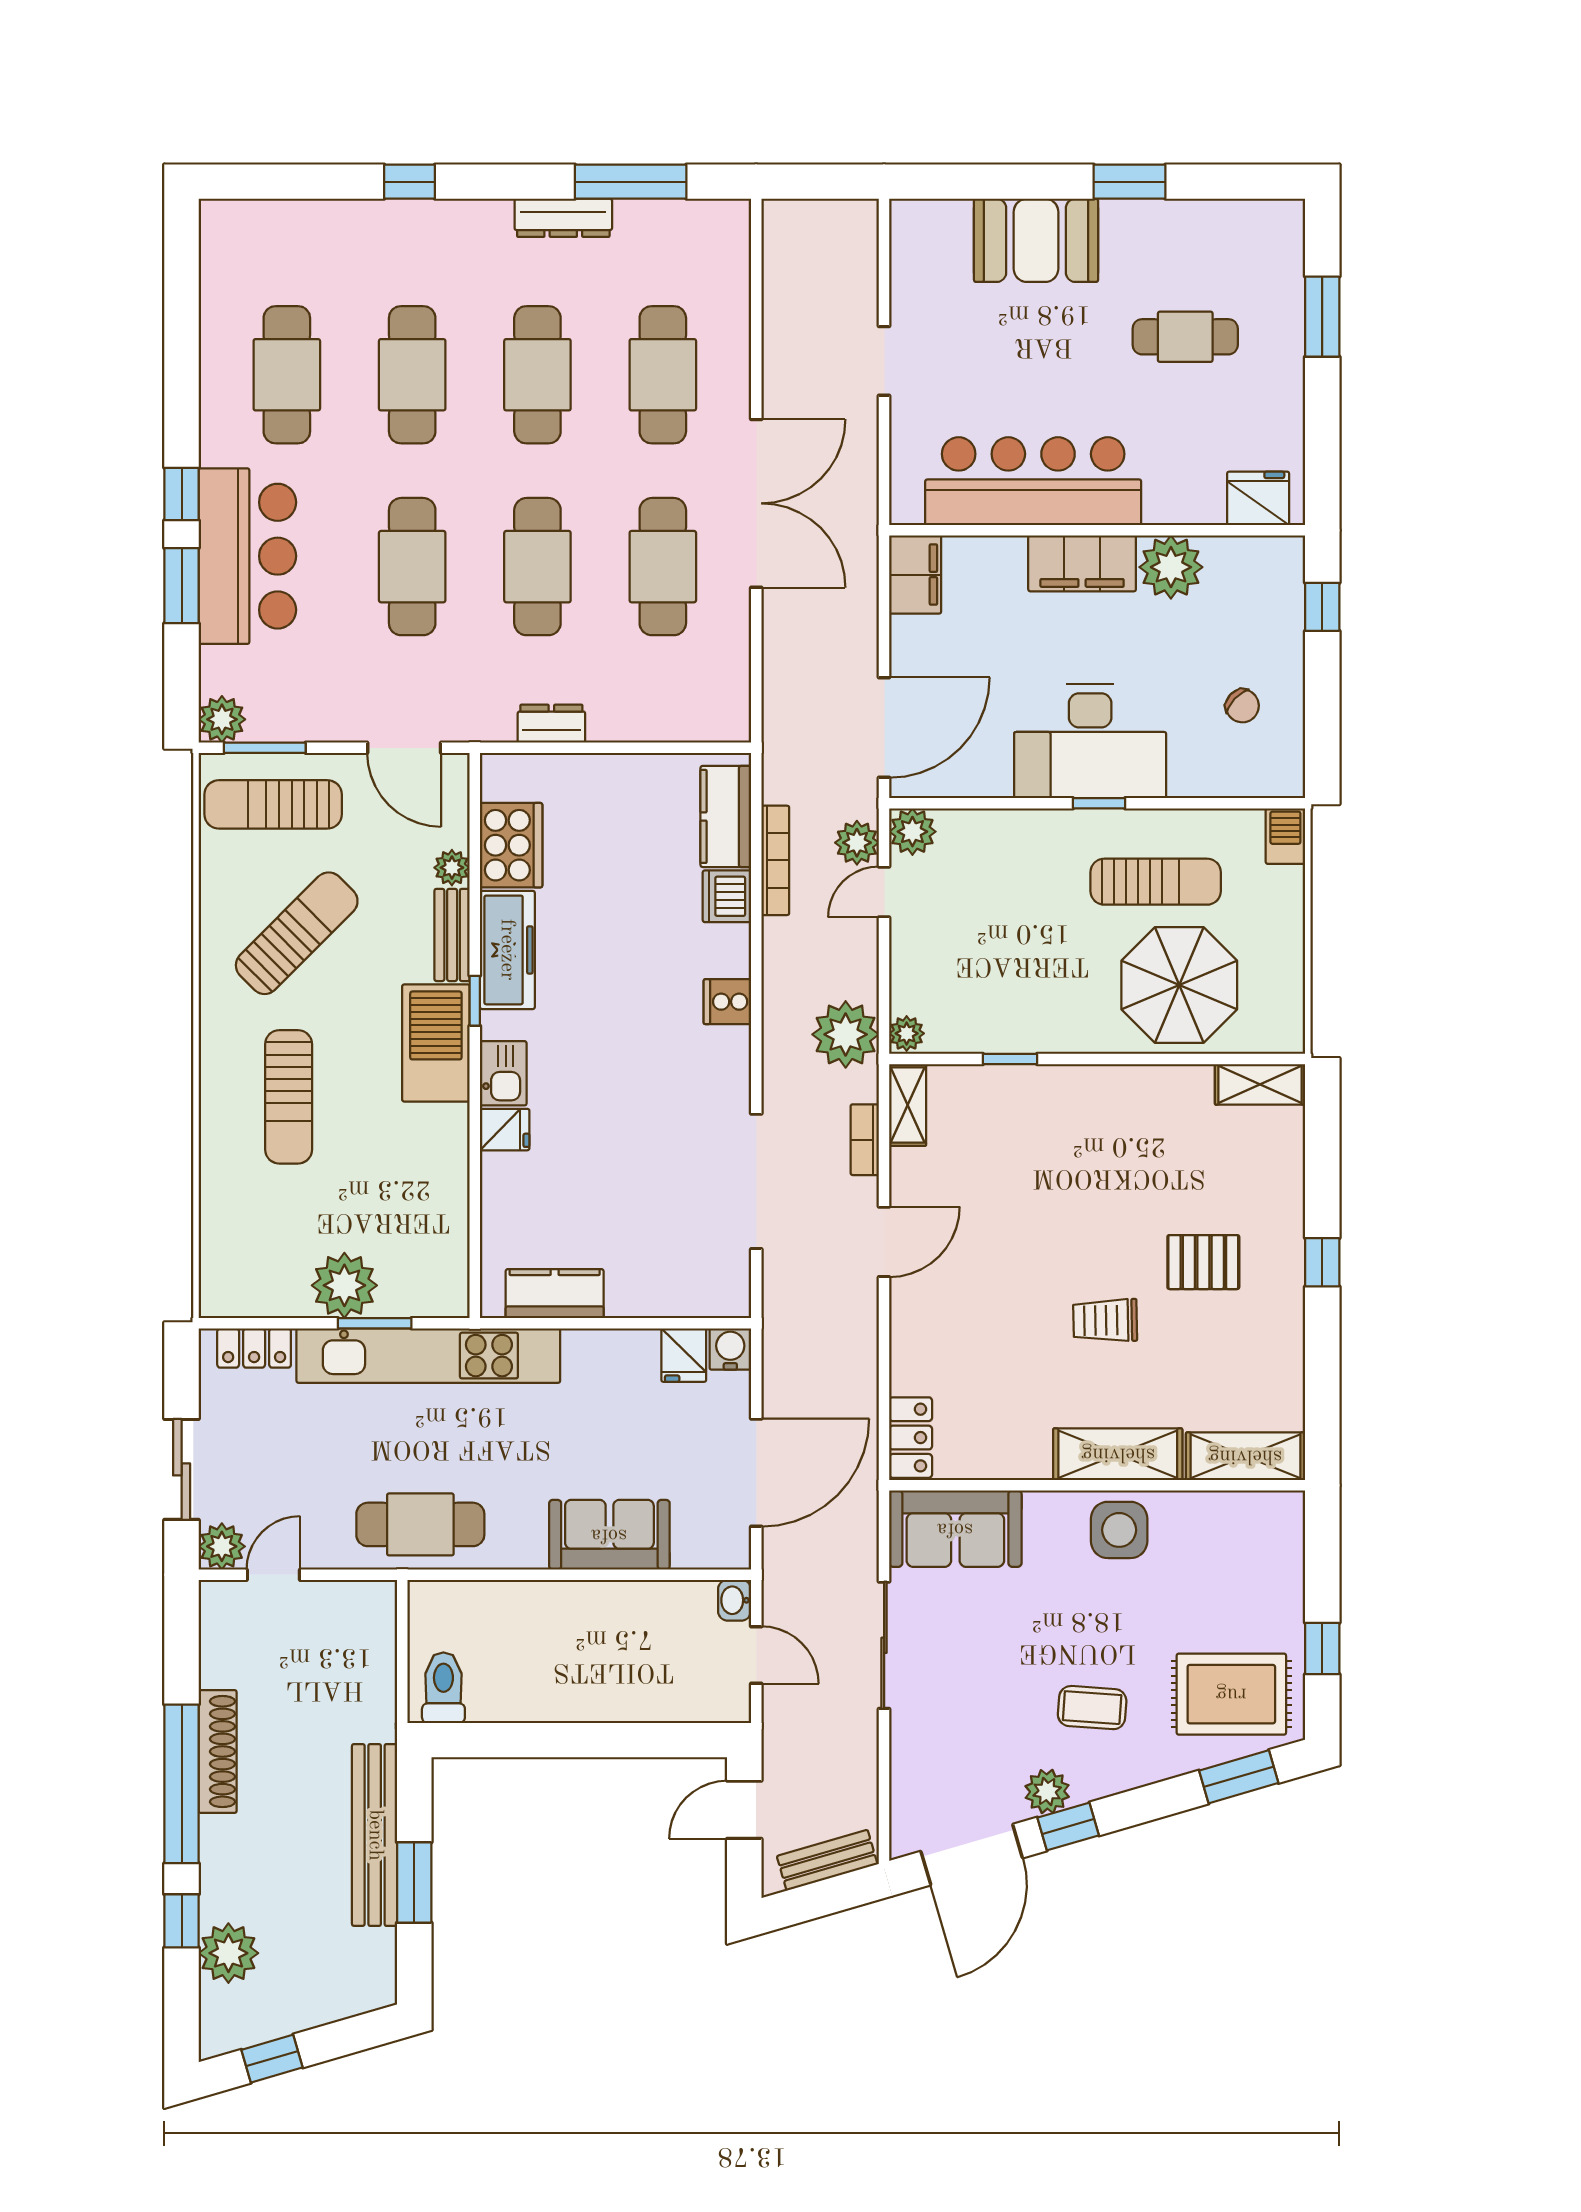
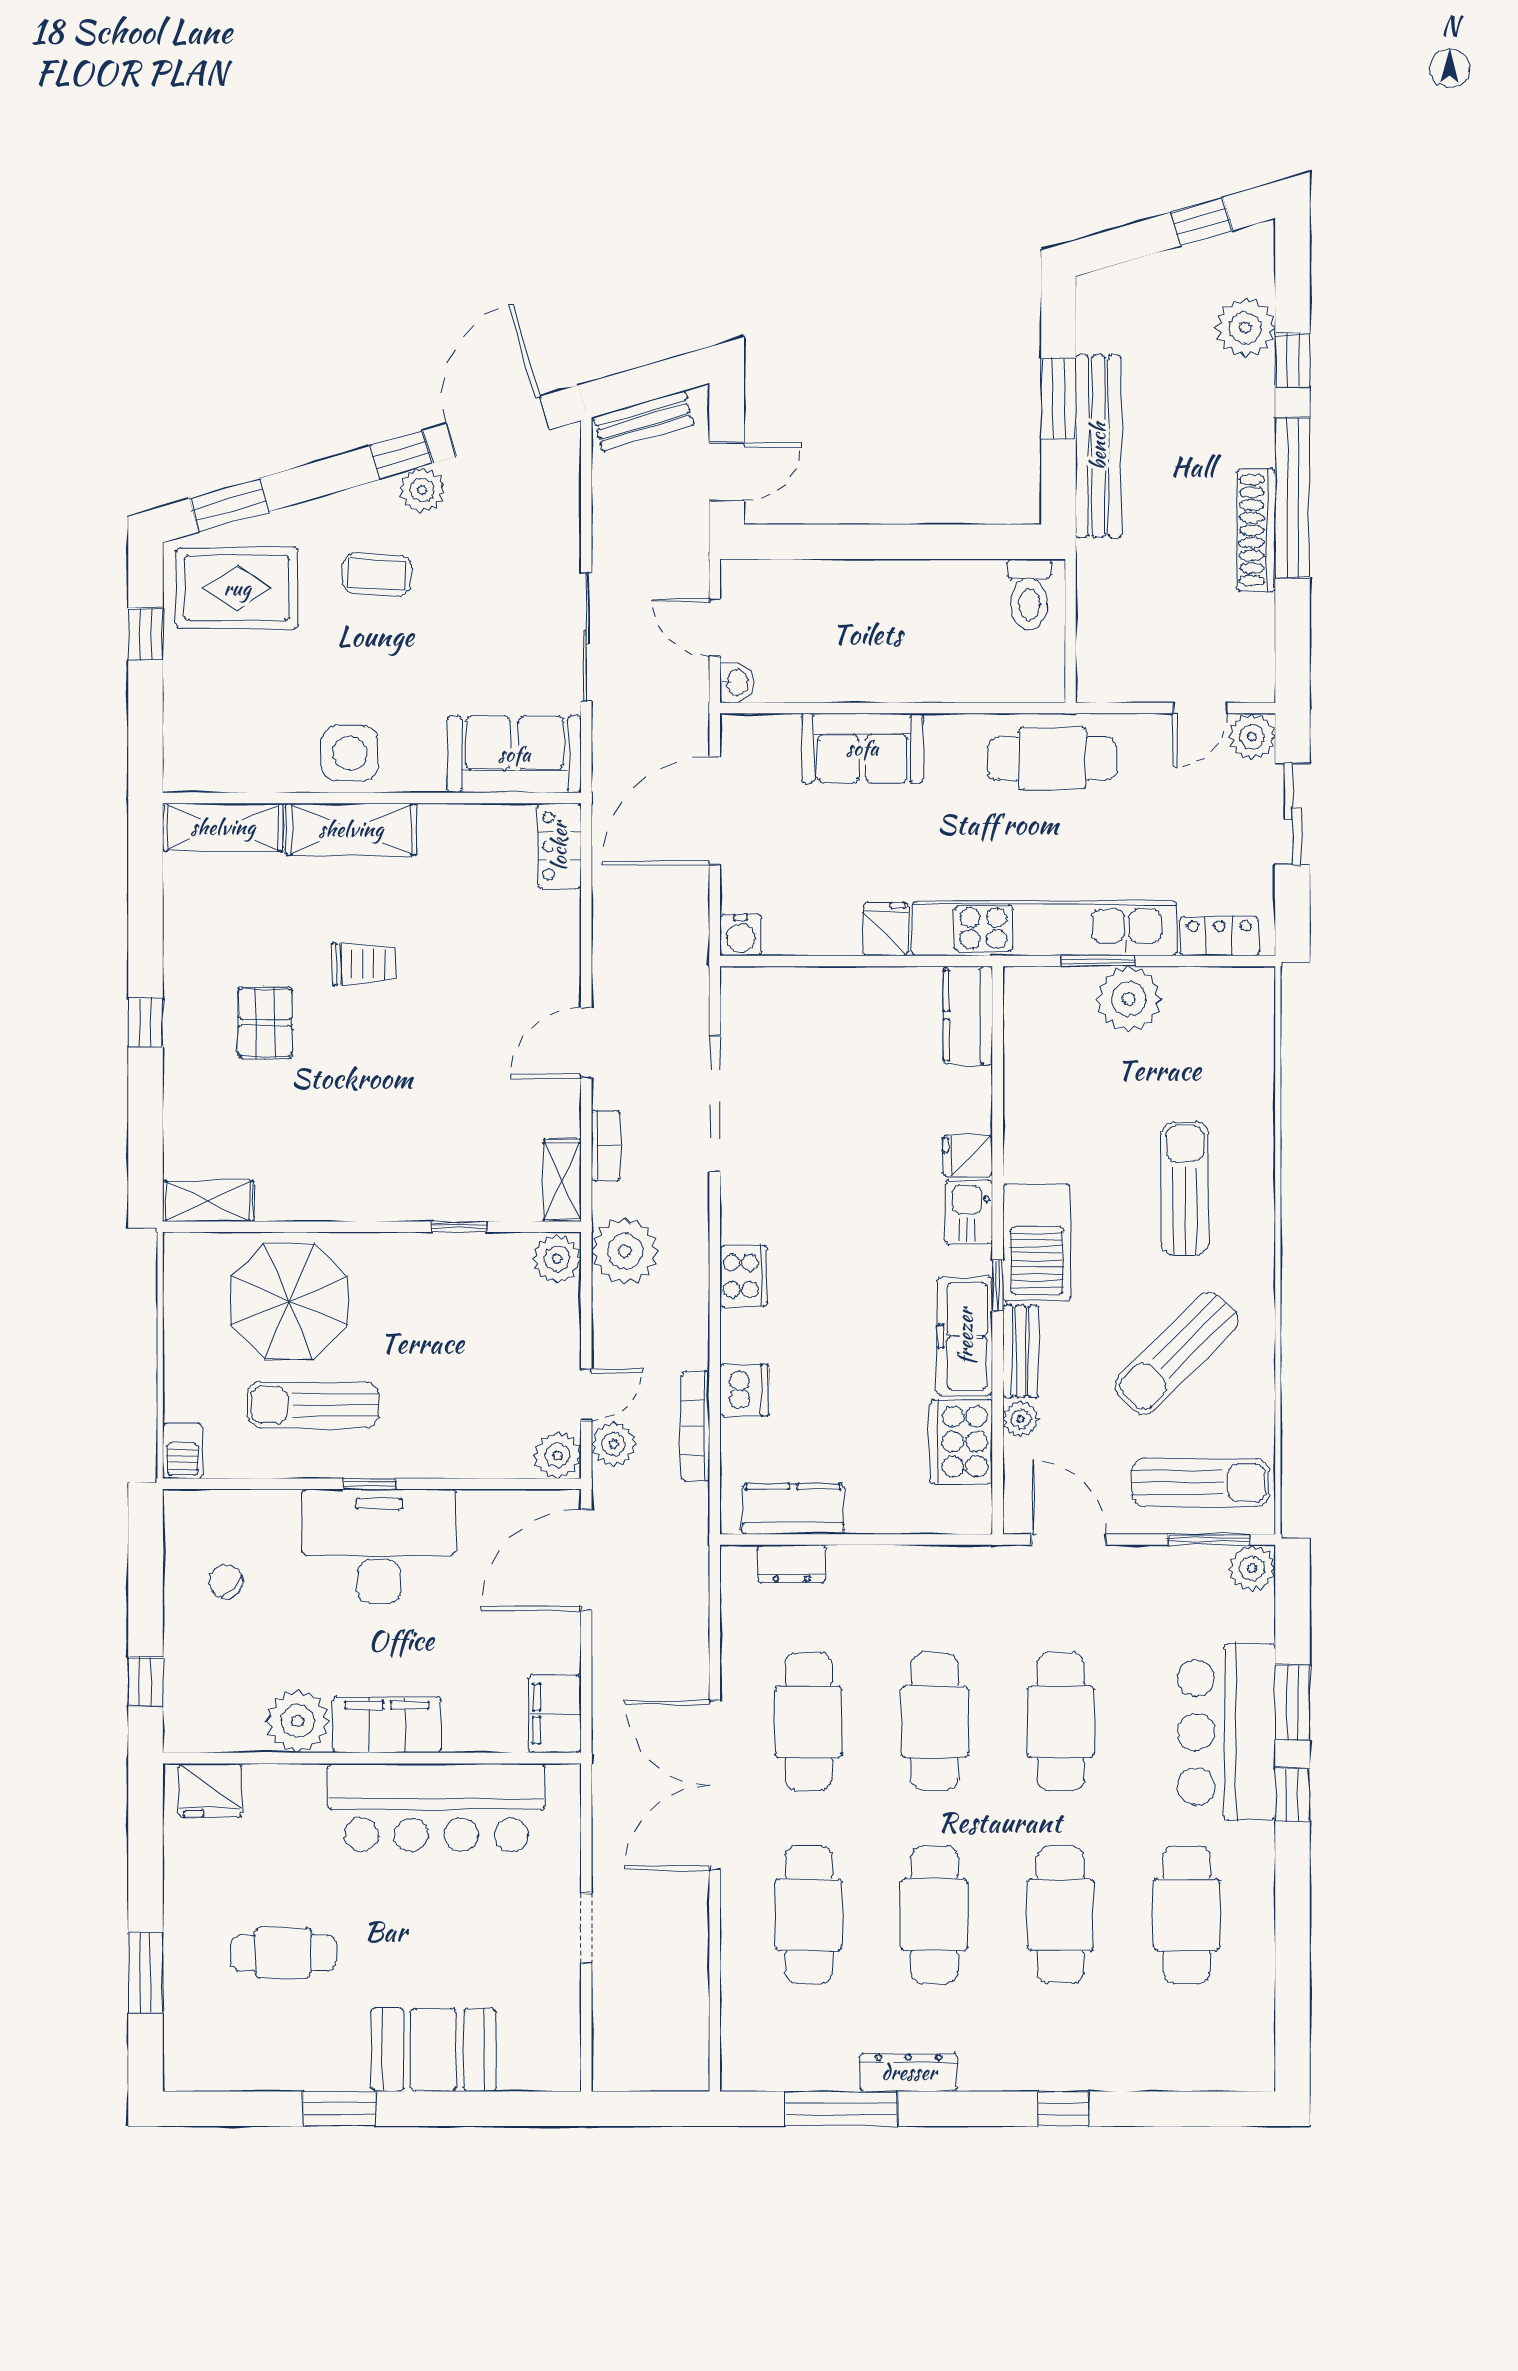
dresser: (551, 724) -> (792, 1564), moved
kitchen counter: (726, 816) -> (793, 1509), moved, turned -90
cooker: (727, 1002) -> (744, 1276), width x1.36
plant: (907, 1033) -> (557, 1259), width x1.38, depth x1.38
pallet: (1203, 1262) -> (265, 1022), turned 90
kitchen counter: (555, 1294) -> (968, 1015), moved, turned 90
fridge: (684, 1355) -> (886, 929), moved

